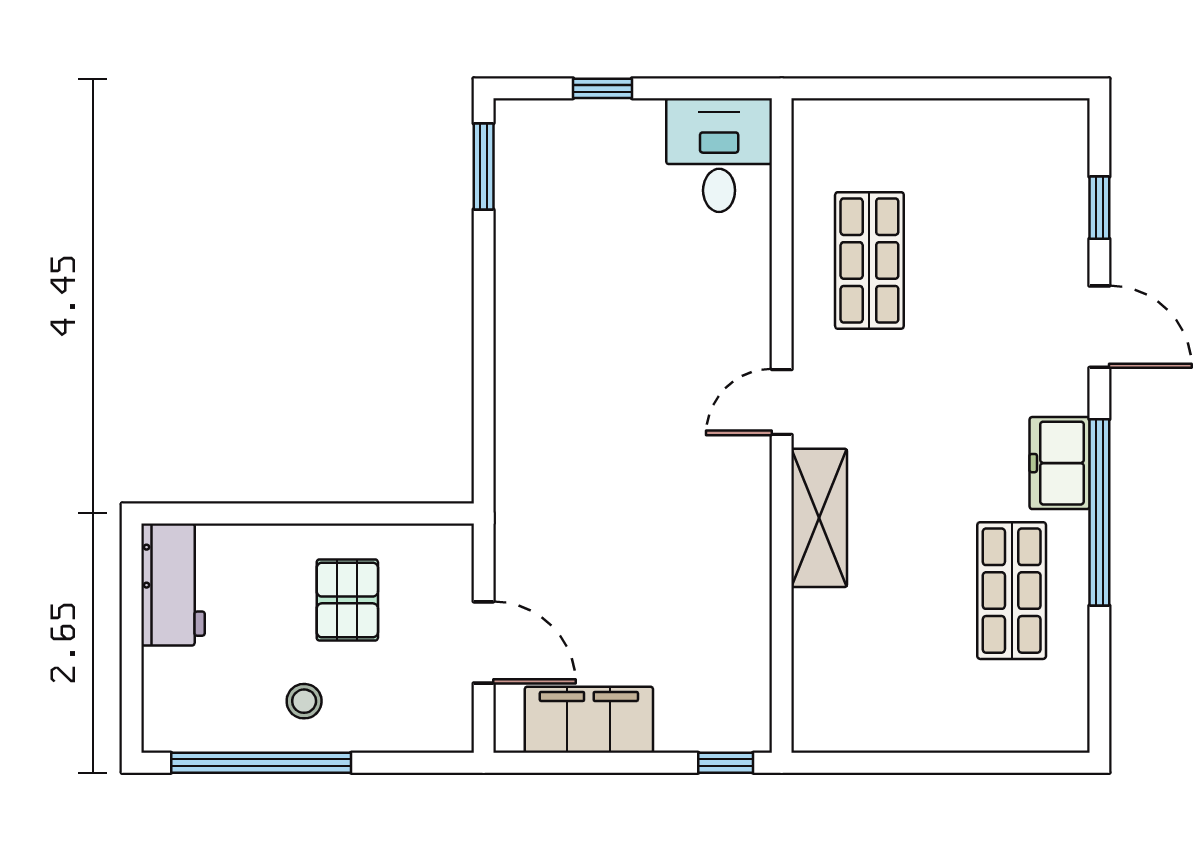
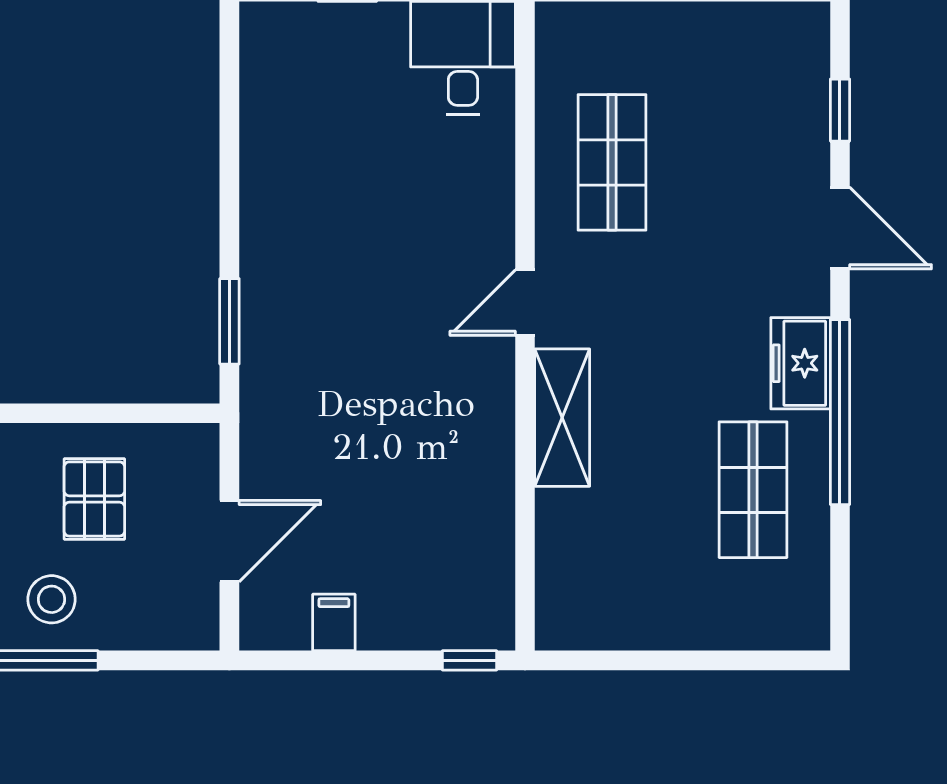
window: (484, 166) -> (229, 321), moved
door: (484, 642) -> (229, 541), hinge flipped
stool: (304, 701) -> (52, 599), width x1.37, depth x1.37
filing cabinet: (589, 720) -> (334, 622), width x0.33, depth x0.86

